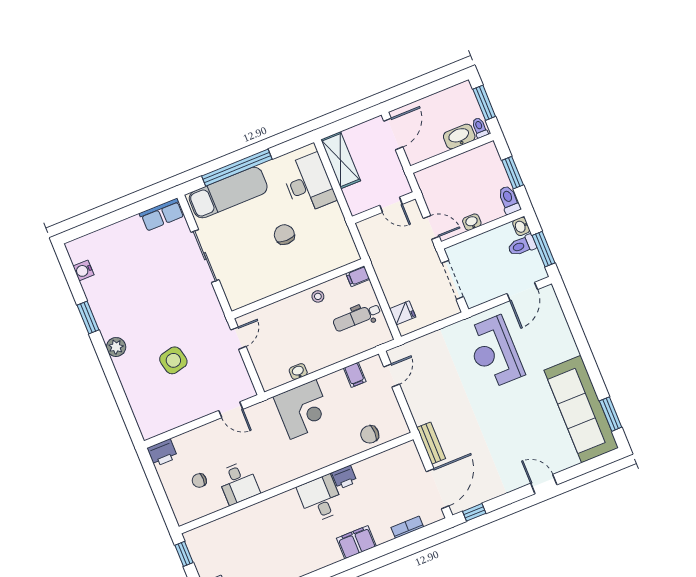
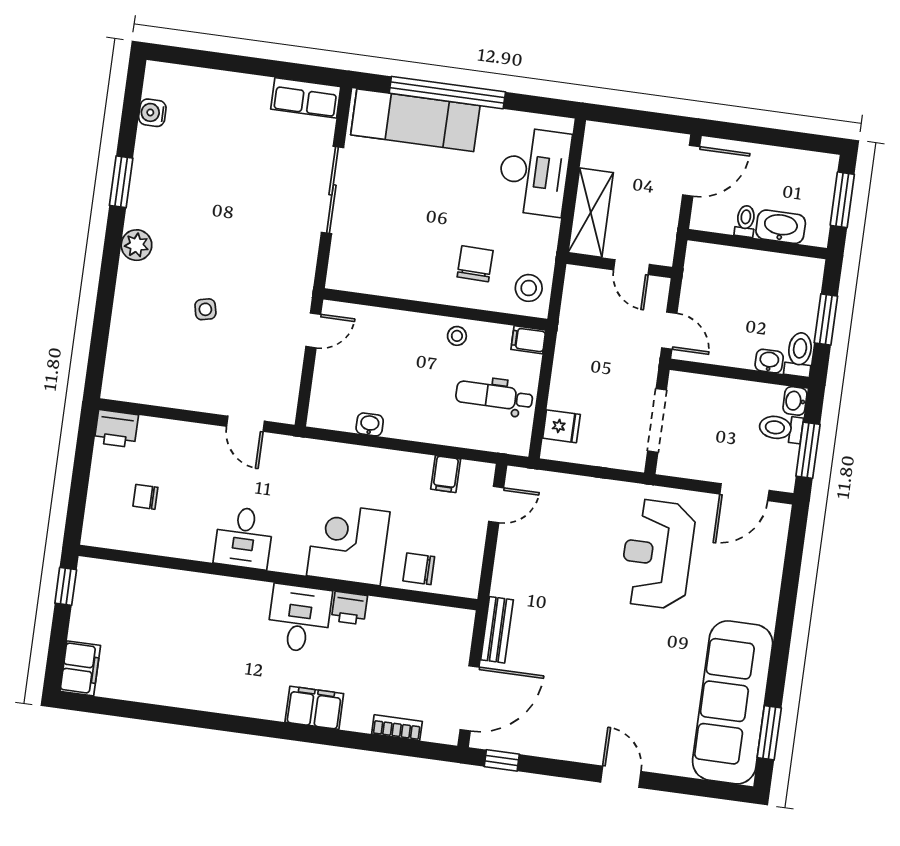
toilet: (480, 128) -> (745, 221), moved
shelving: (341, 160) -> (591, 213), moved
washbasin: (472, 222) -> (769, 361), moved
chair: (284, 235) -> (475, 264), moved
stool: (342, 248) -> (529, 288), added
side table: (173, 360) -> (205, 309), width x0.54, depth x0.54
corner desk: (303, 409) -> (348, 544), moved, turned 180
desk: (238, 483) -> (244, 538), moved

